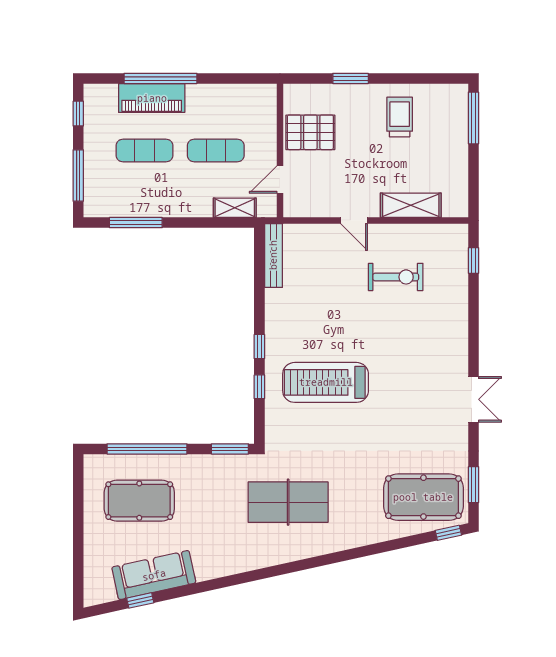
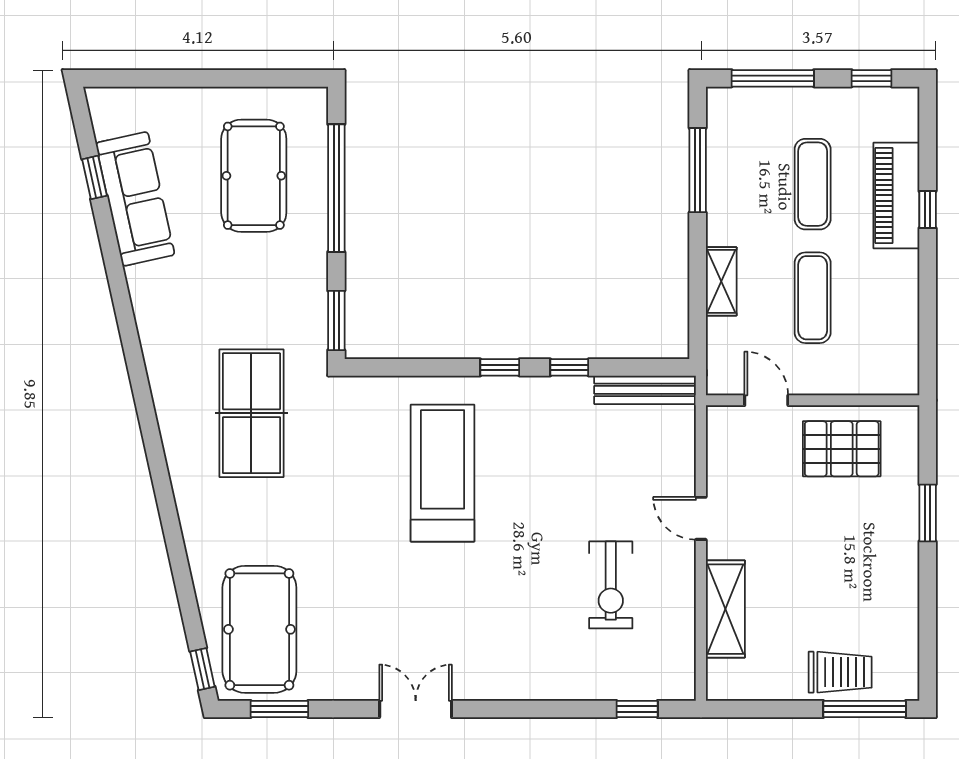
window: (160, 78) -> (928, 210), width x0.32
trolley: (400, 117) -> (840, 672), moved
pallet: (310, 132) -> (842, 449), turned 90
shelving: (235, 208) -> (721, 281), moved
door: (354, 220) -> (701, 518), hinge flipped
window: (259, 387) -> (569, 367), moved
double door: (473, 399) -> (416, 709), swing flipped

